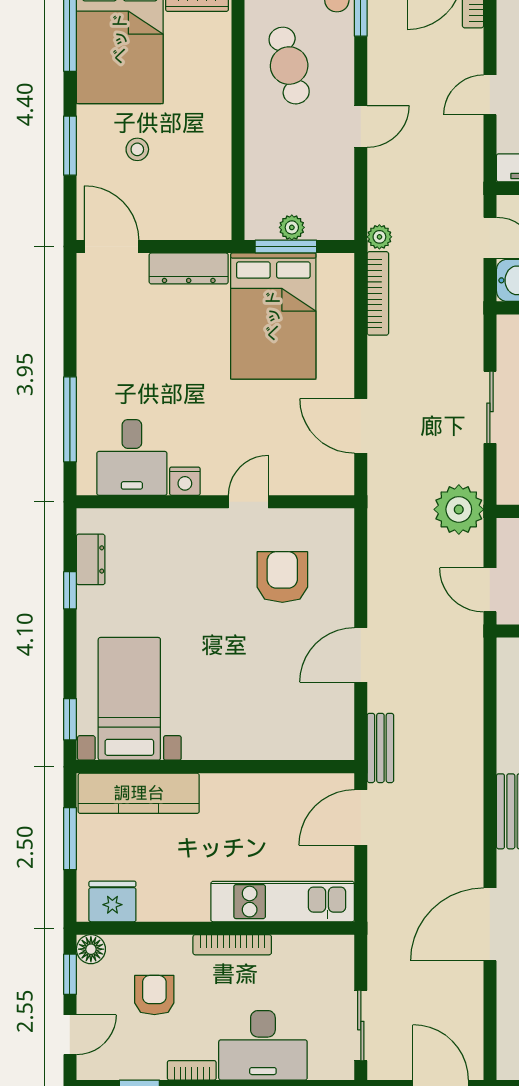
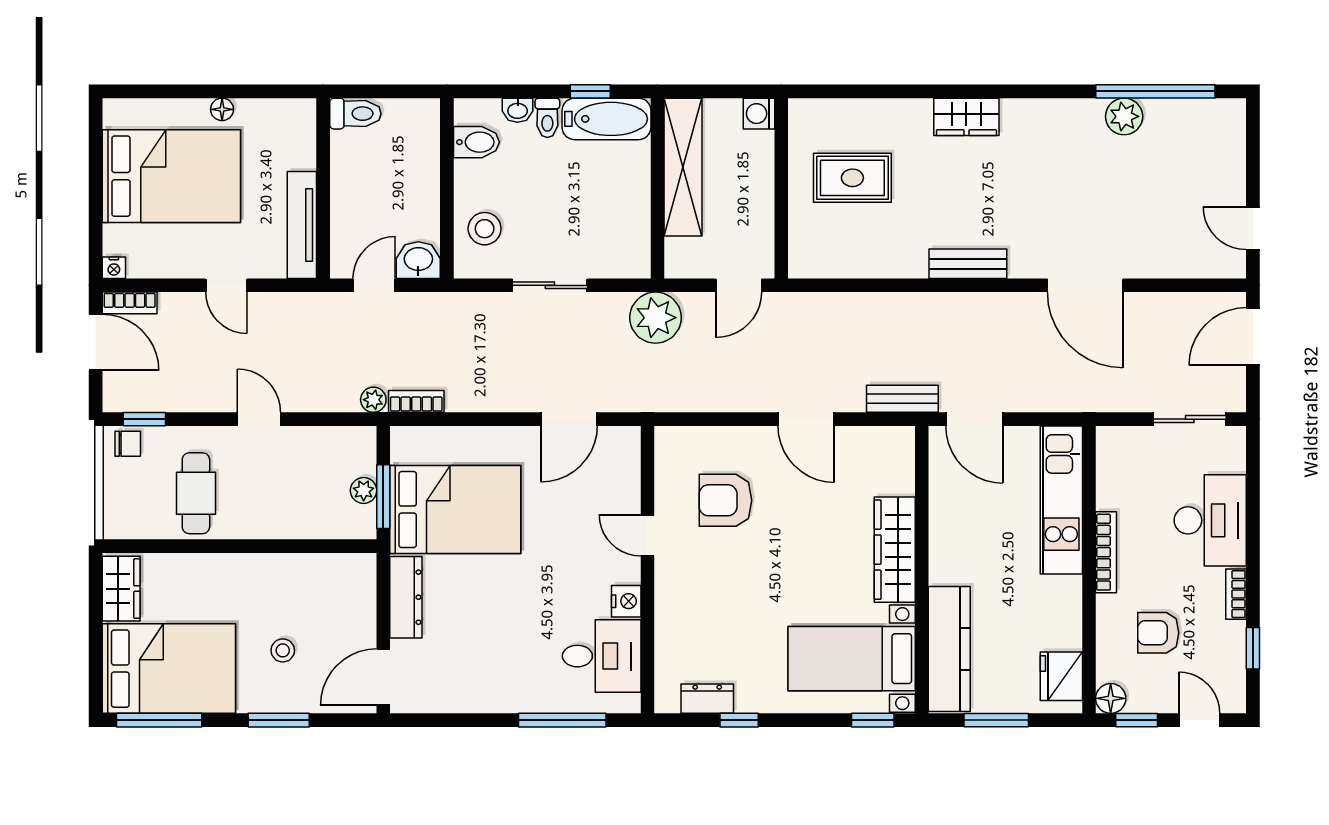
cafe table: (289, 66) -> (196, 493), turned -75
bookcase: (378, 293) -> (416, 401), width x0.64
wardrobe: (235, 741) -> (895, 550), added

